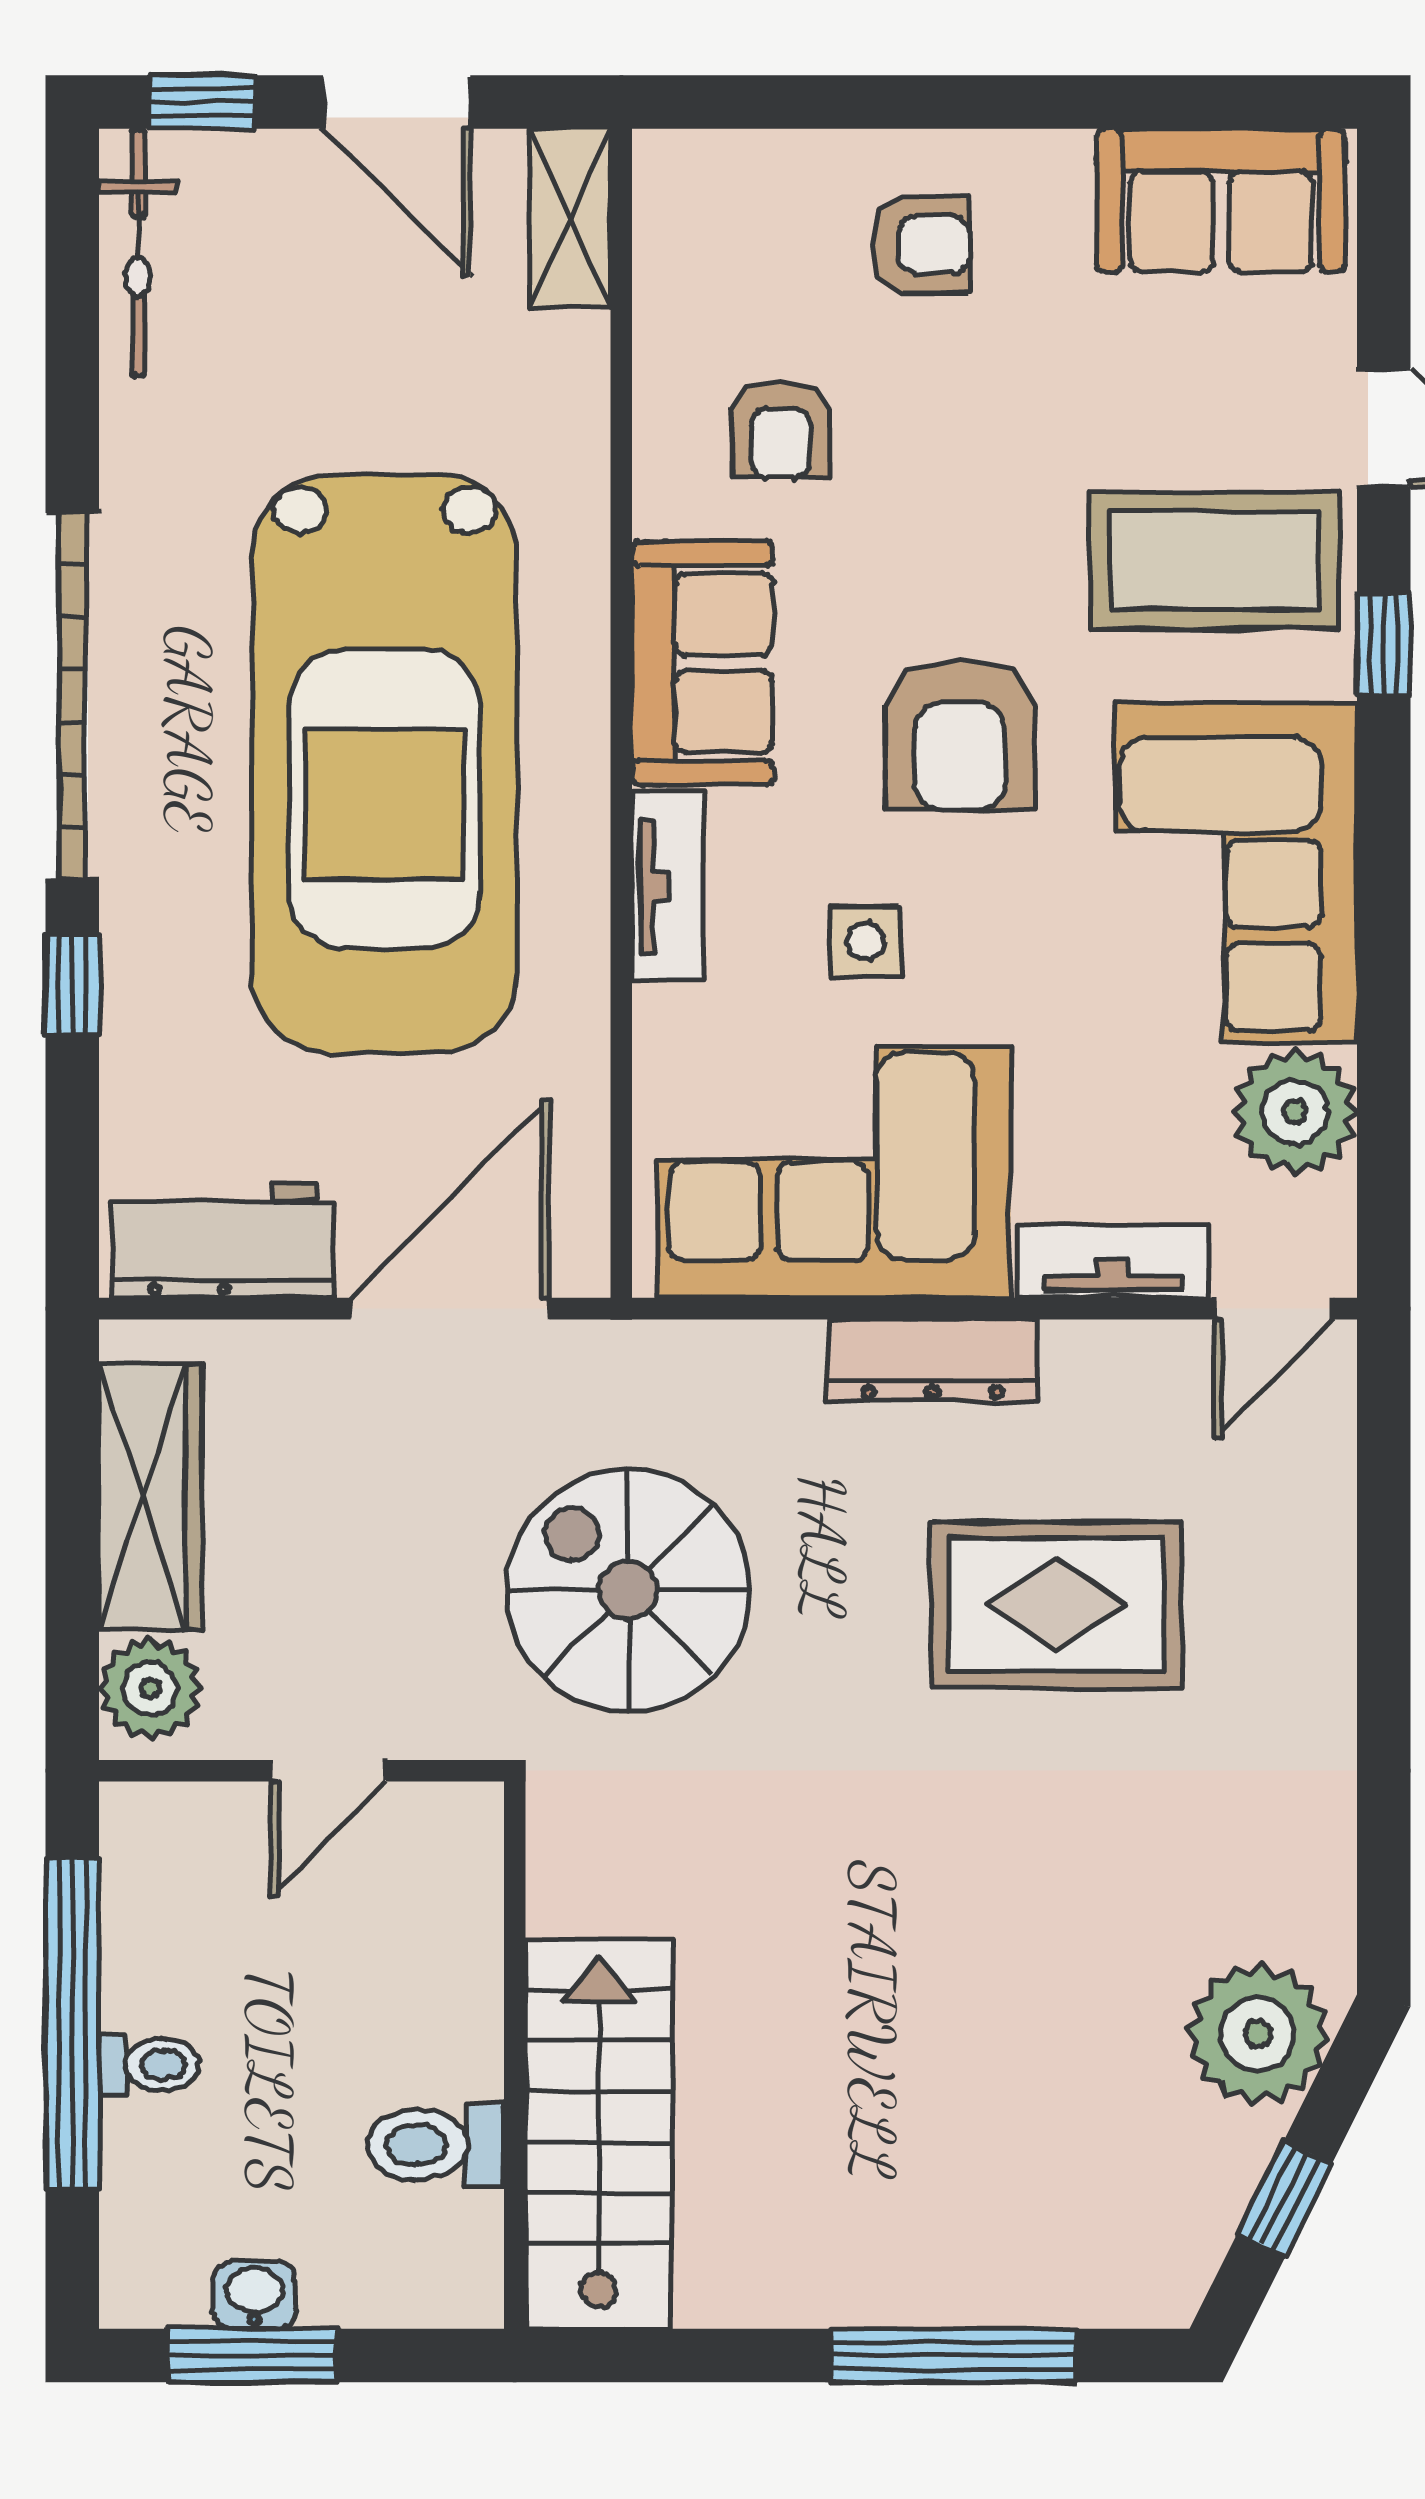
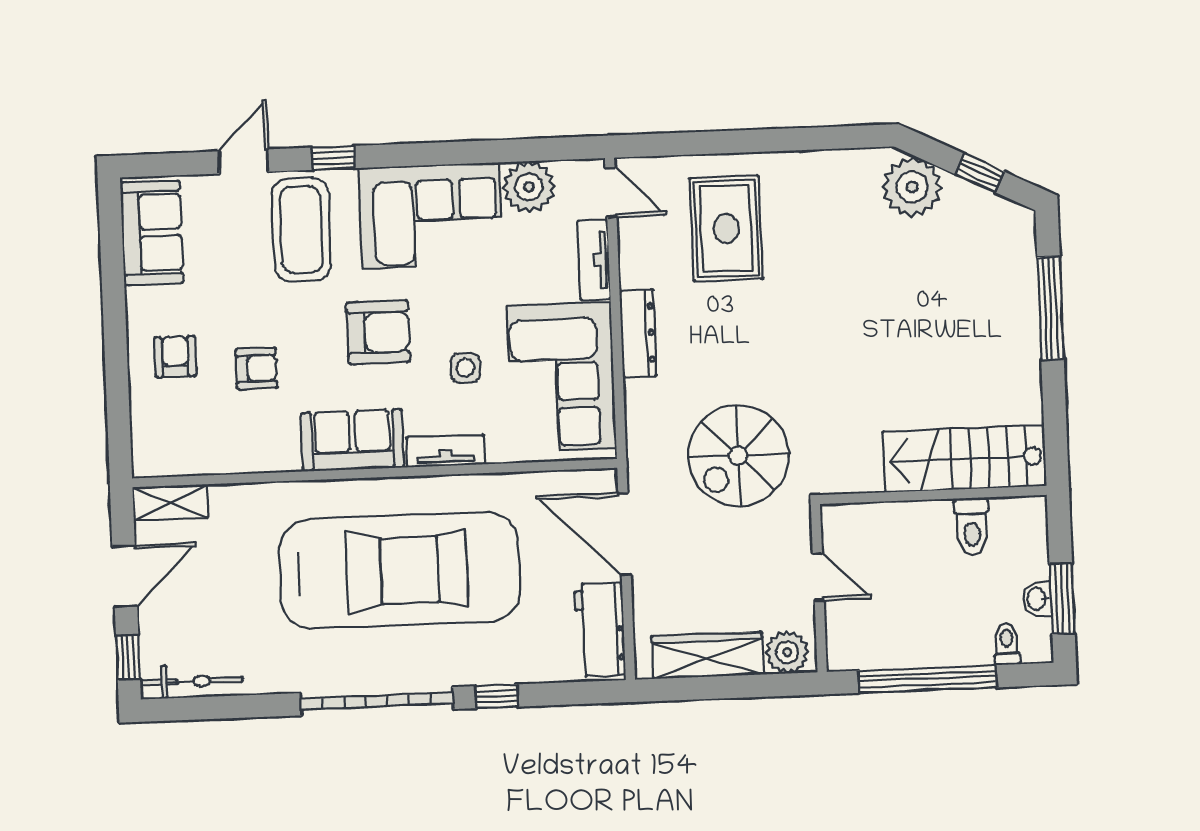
armchair: (781, 429) -> (256, 369), moved
rug: (1056, 1605) -> (726, 228), moved
toilet: (149, 2065) -> (1007, 644), moved

